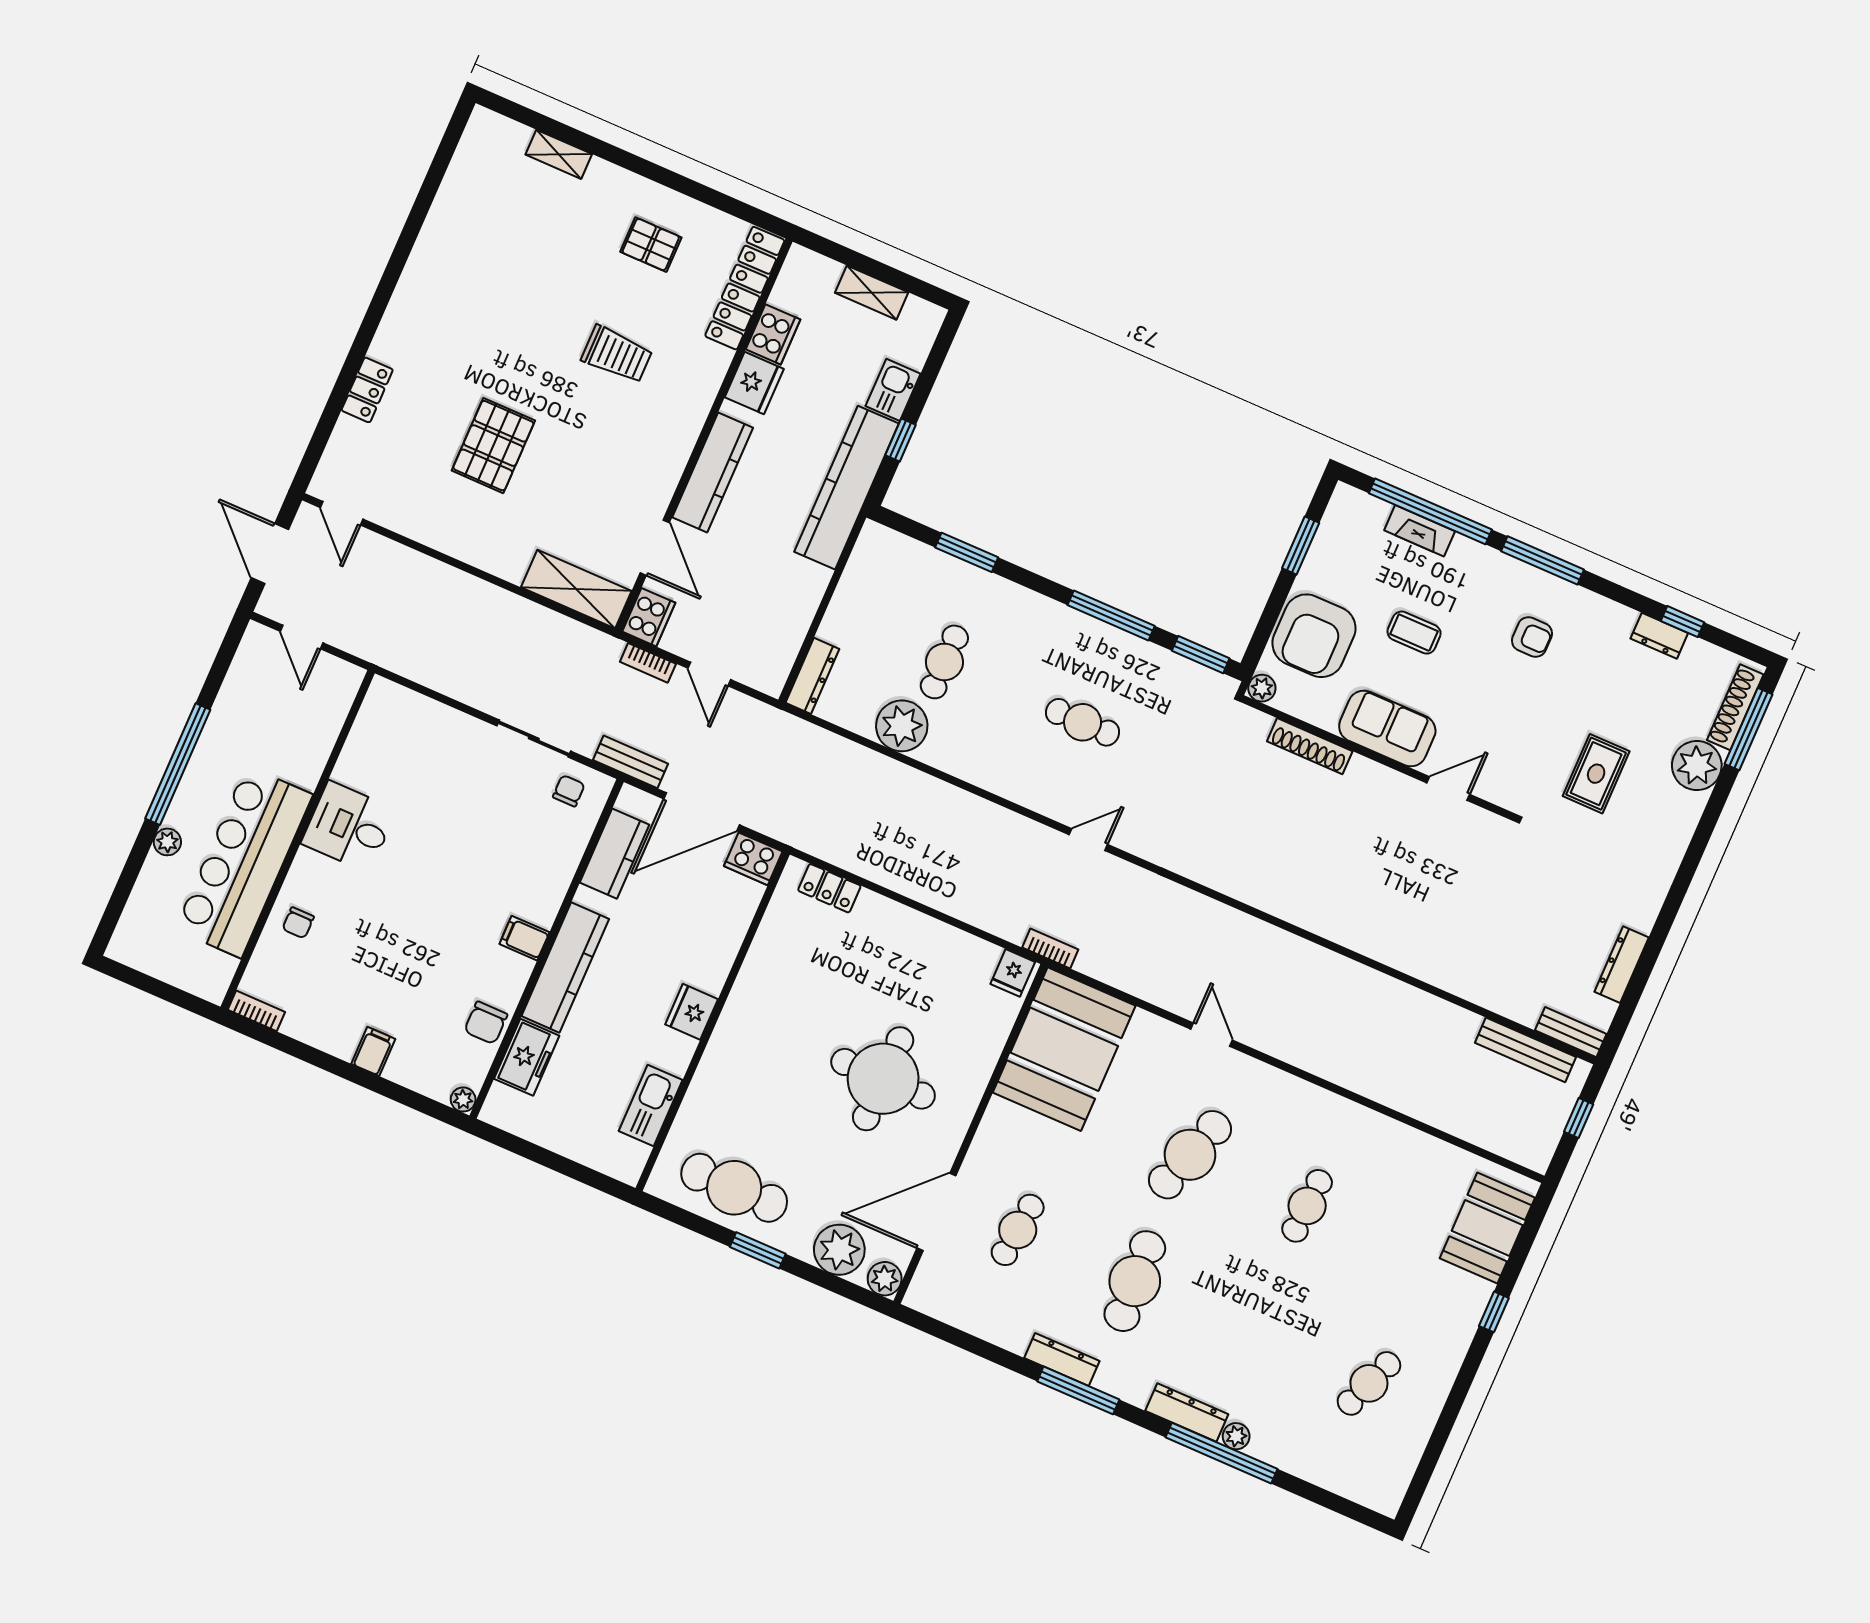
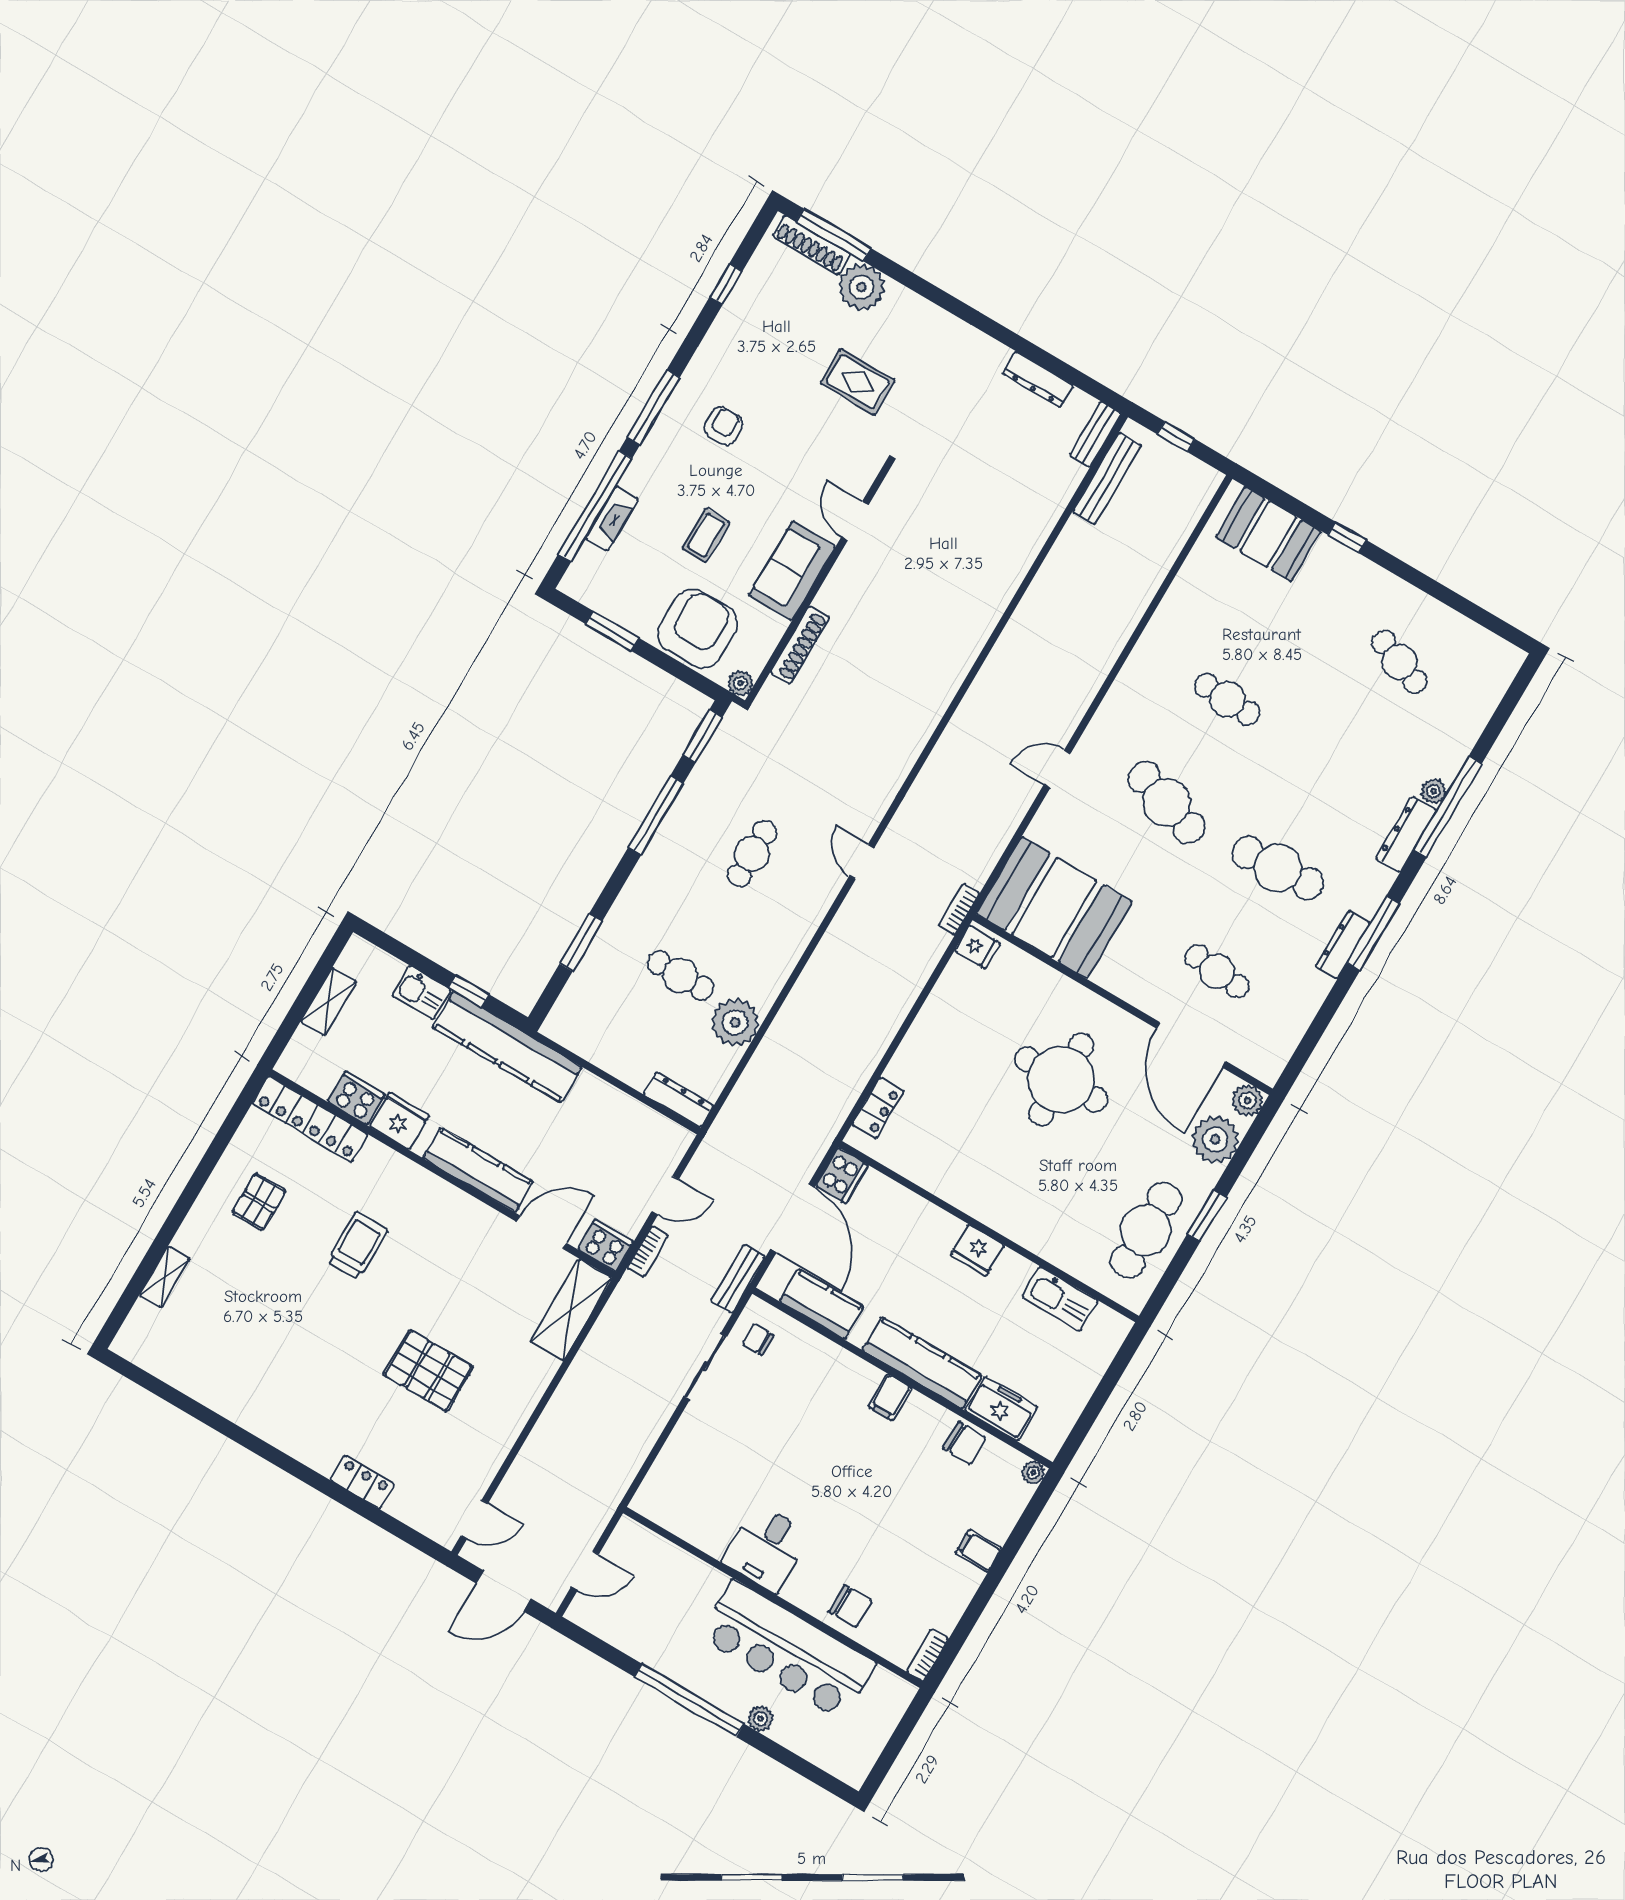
armchair: (1314, 636) -> (698, 629), turned -90
dresser: (1659, 636) -> (736, 307), removed
chair: (298, 923) -> (850, 1606), width x1.37, depth x1.37

